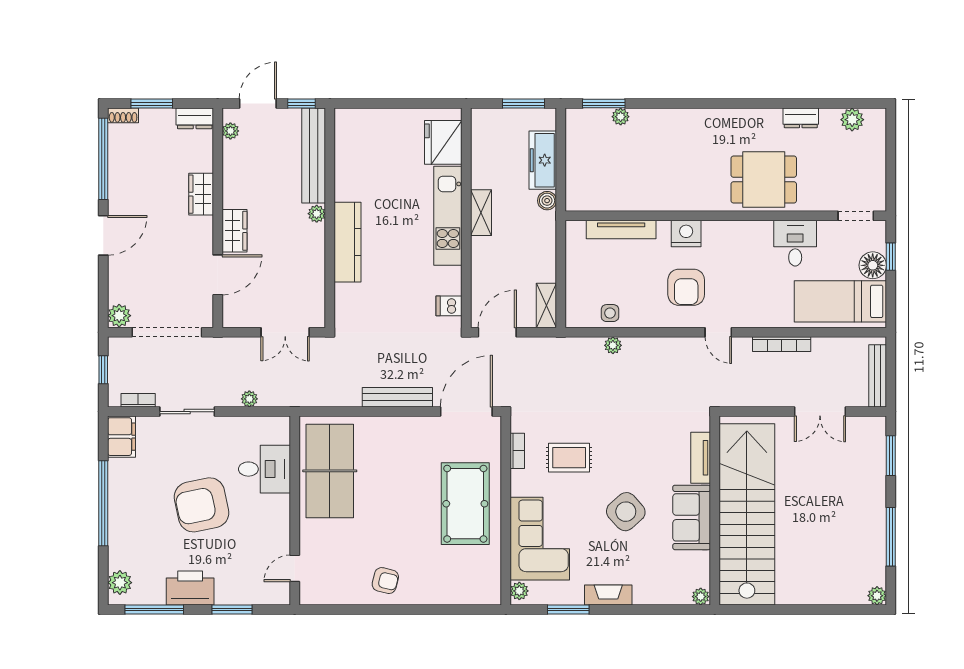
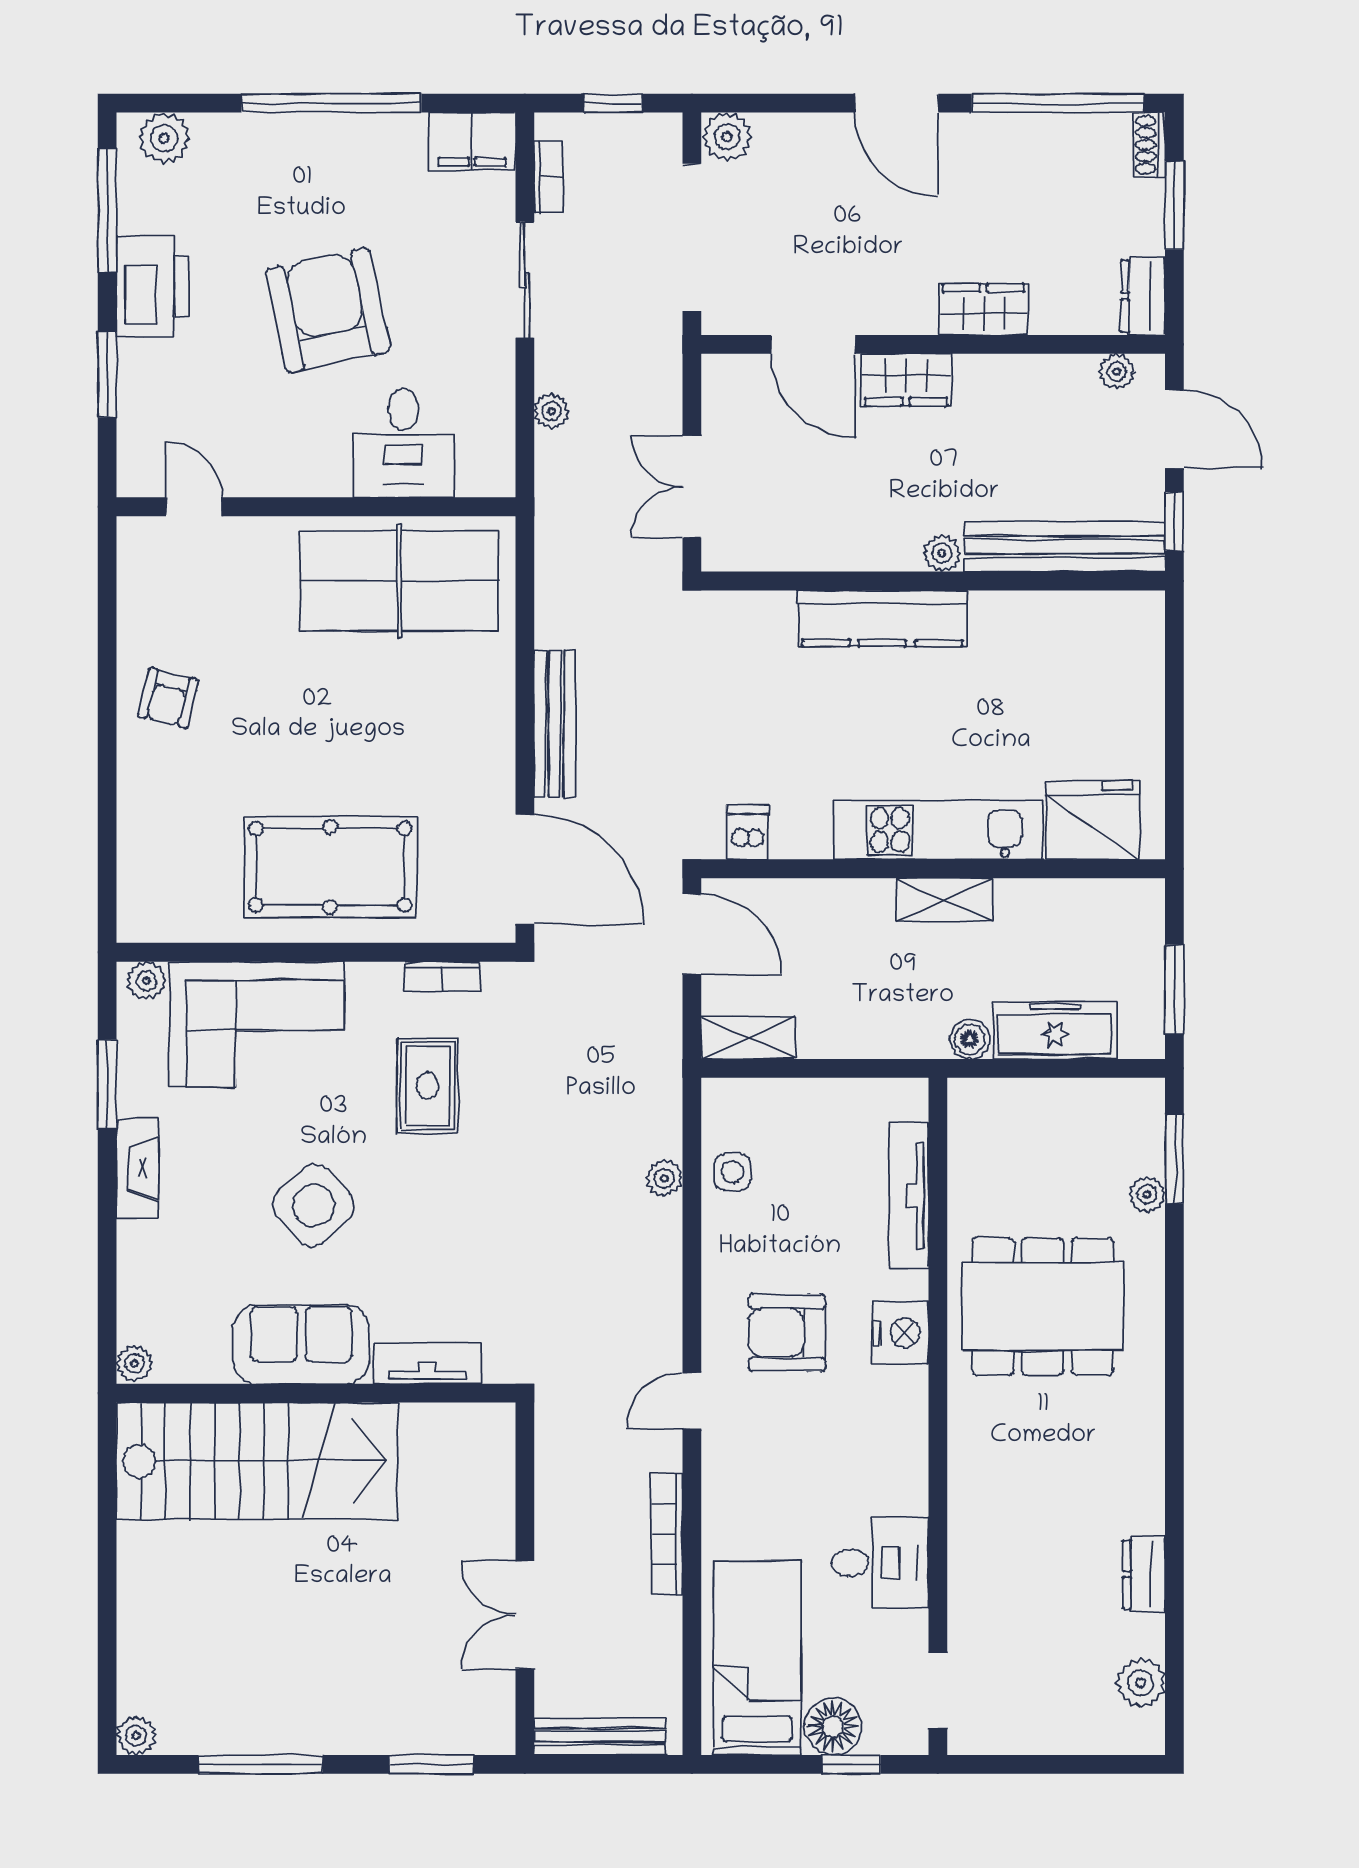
dining table: (764, 179) -> (1043, 1306), moved, width x1.38
stairs: (747, 514) -> (257, 1461), width x0.73

